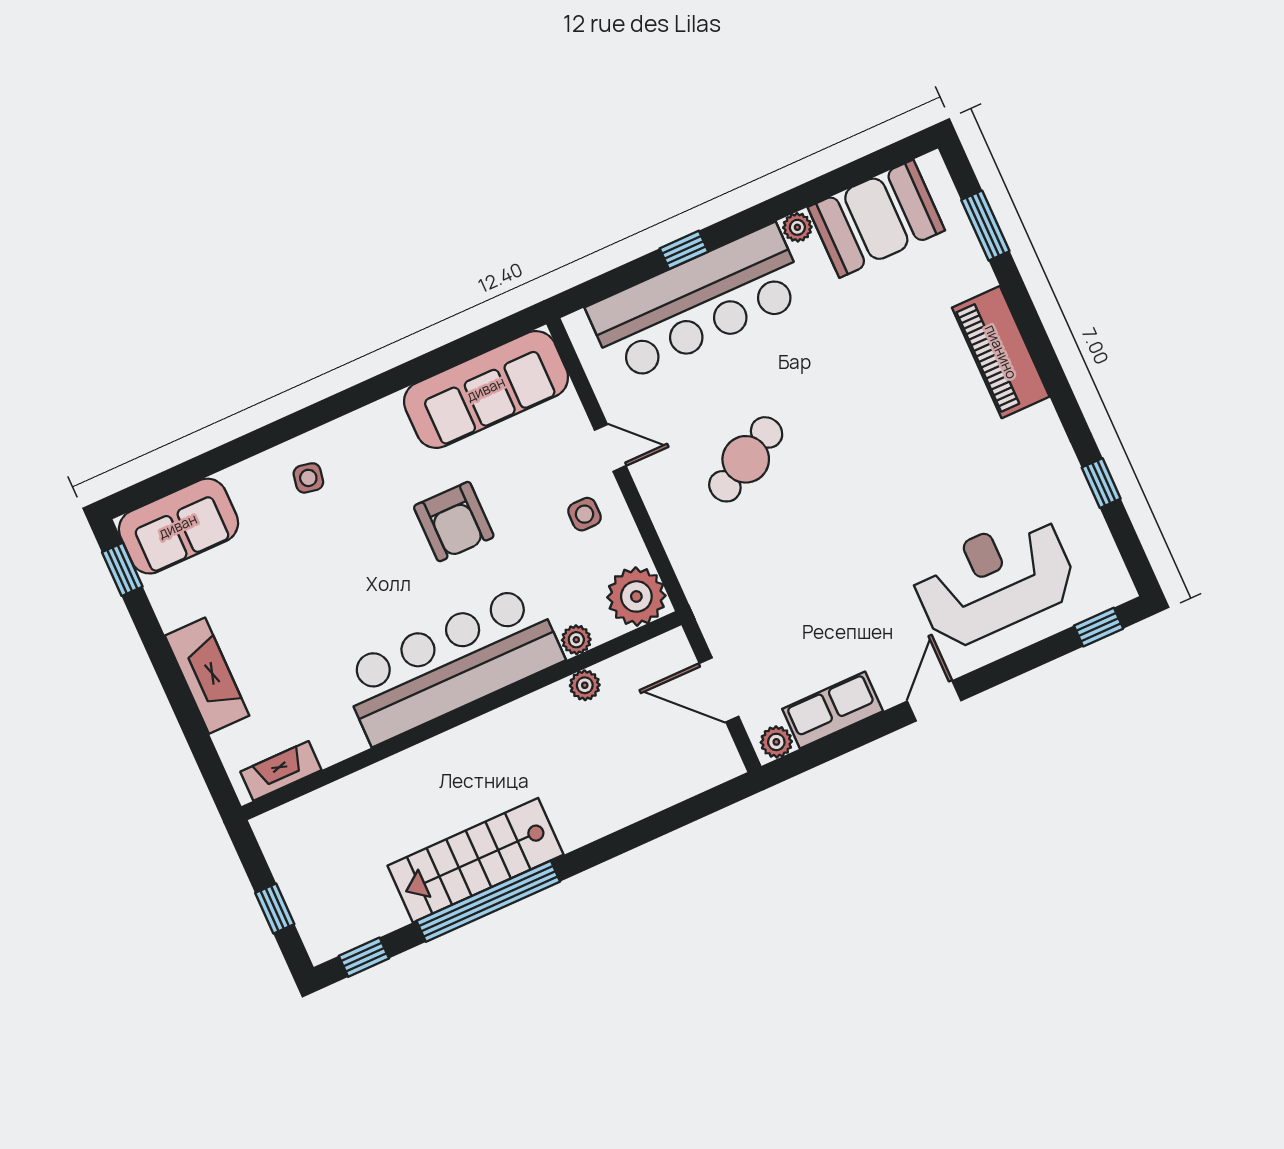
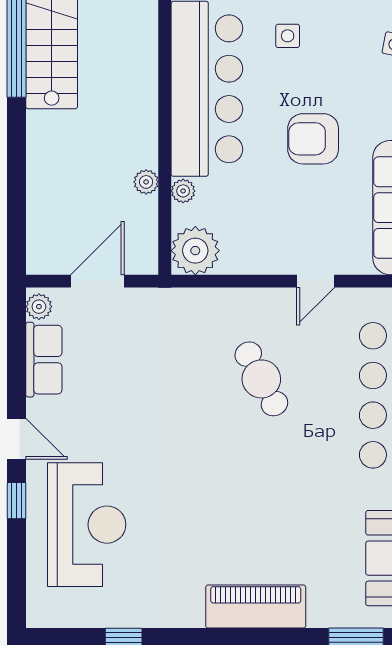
side table: (584, 514) -> (288, 36), moved
window: (1099, 627) -> (16, 501), moved

